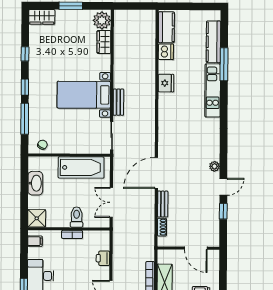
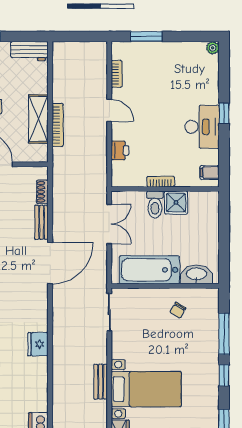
fridge: (166, 83) -> (38, 344), moved
bed with nightstands: (84, 95) -> (146, 389), moved
bench: (118, 102) -> (101, 382), moved
chair: (42, 145) -> (178, 310), moved
washbasin: (35, 183) -> (196, 274), moved, turned 90
shower: (37, 218) -> (176, 203), moved

